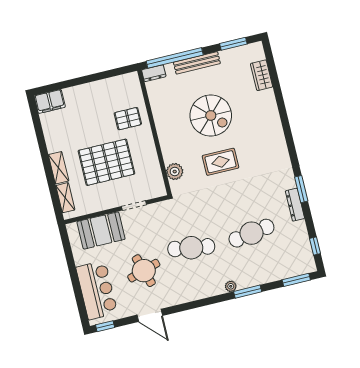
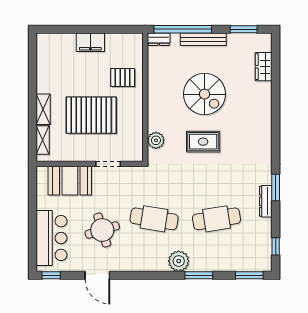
filing cabinet: (50, 101) -> (90, 42), moved
plant: (231, 286) -> (179, 261), width x1.88, depth x1.88

